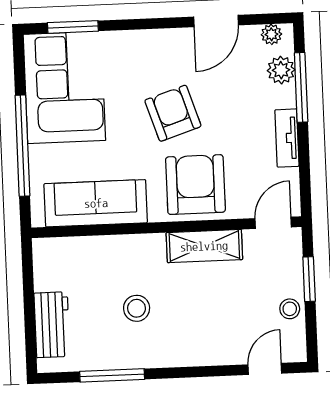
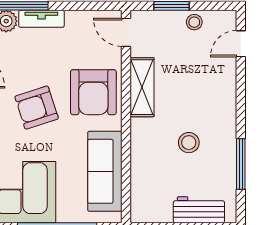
tv unit: (287, 138) -> (41, 19), moved
armchair: (195, 185) -> (93, 92), turned -90
door: (265, 369) -> (241, 44), hinge flipped

